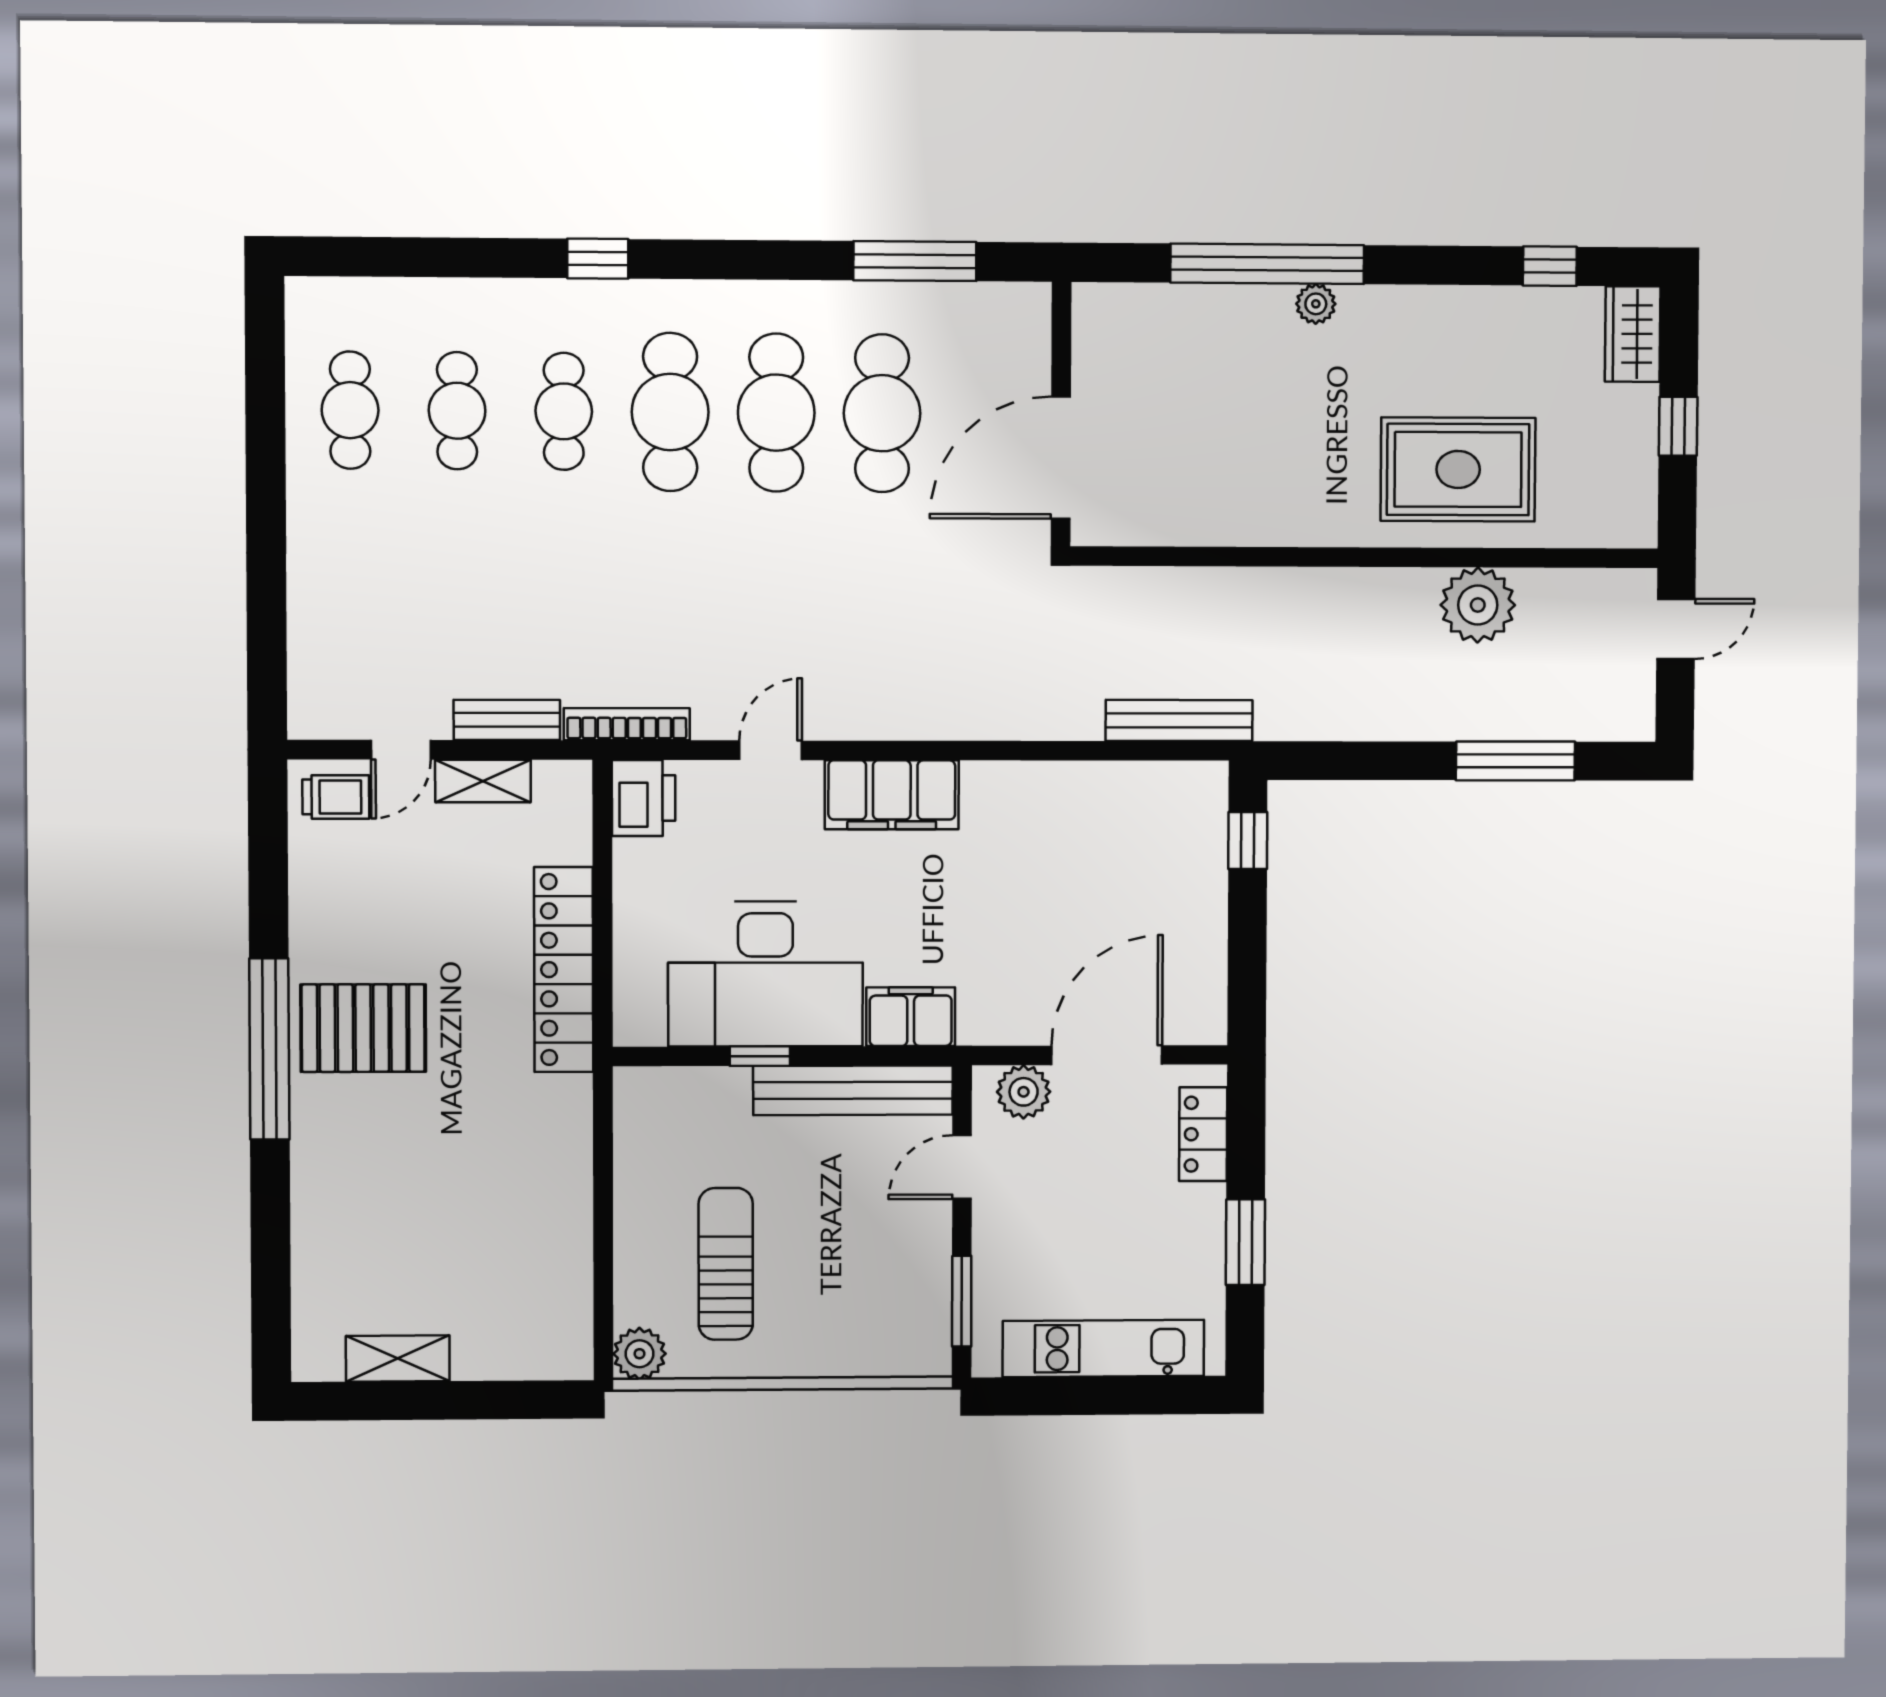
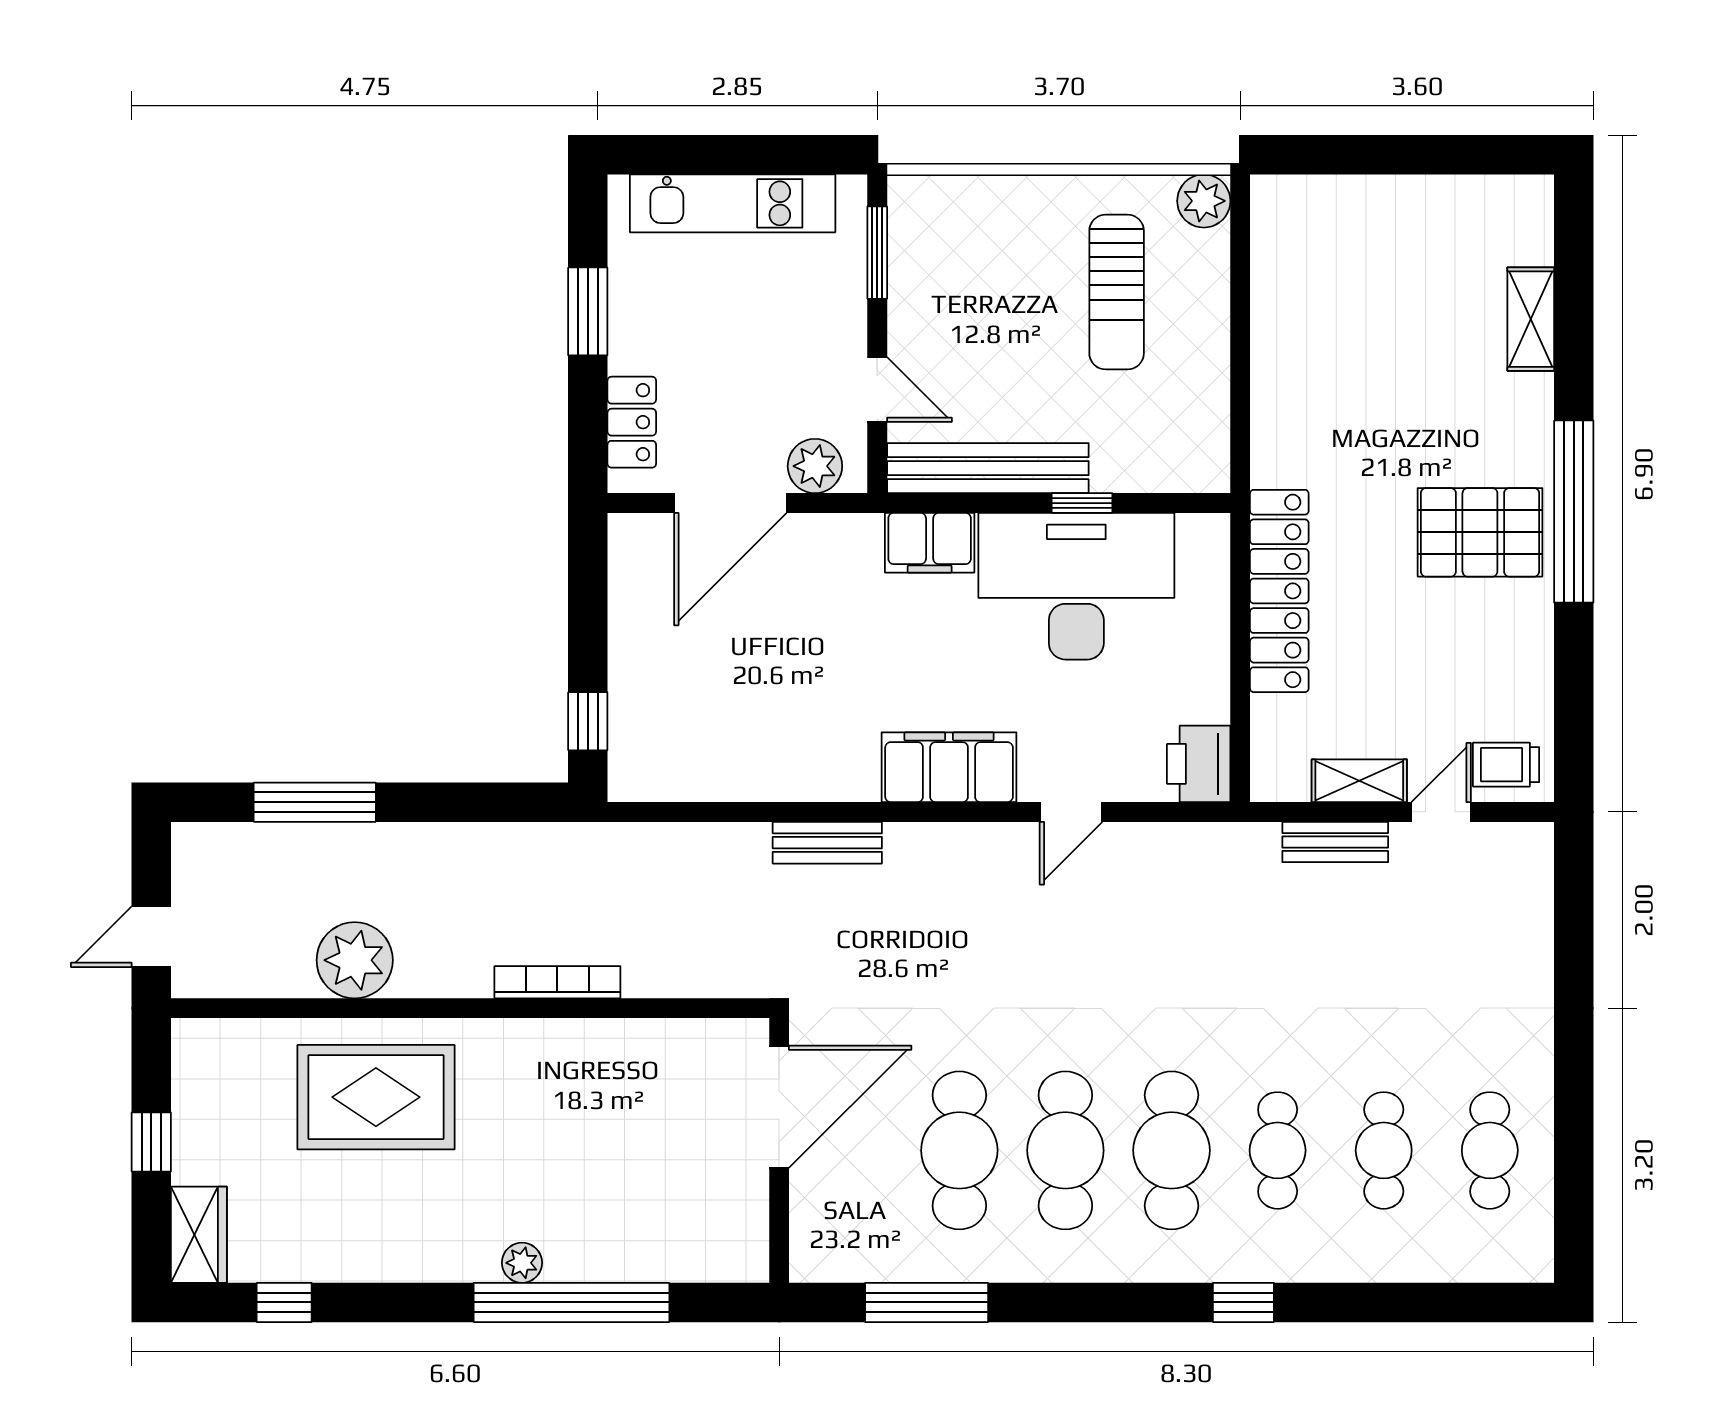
bench: (1179, 721) -> (827, 843), moved, width x0.73
bookcase: (627, 724) -> (557, 982), moved, turned 180
door: (962, 1167) -> (877, 390), hinge flipped
shelving: (398, 1358) -> (1531, 319), moved, turned 90

